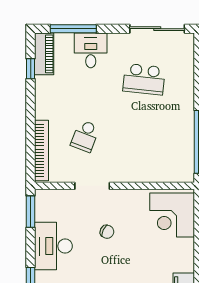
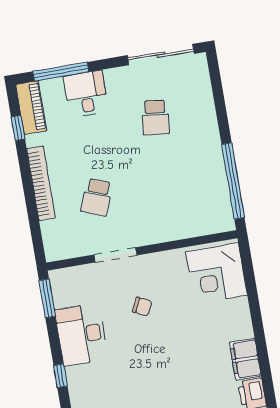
school desk: (144, 79) -> (155, 117), width x0.54
bookcase: (42, 151) -> (41, 183), moved

